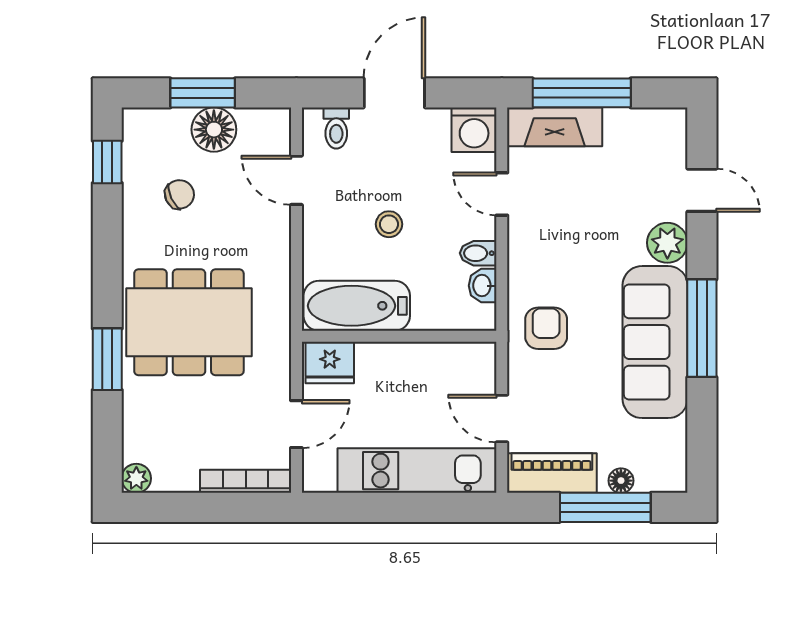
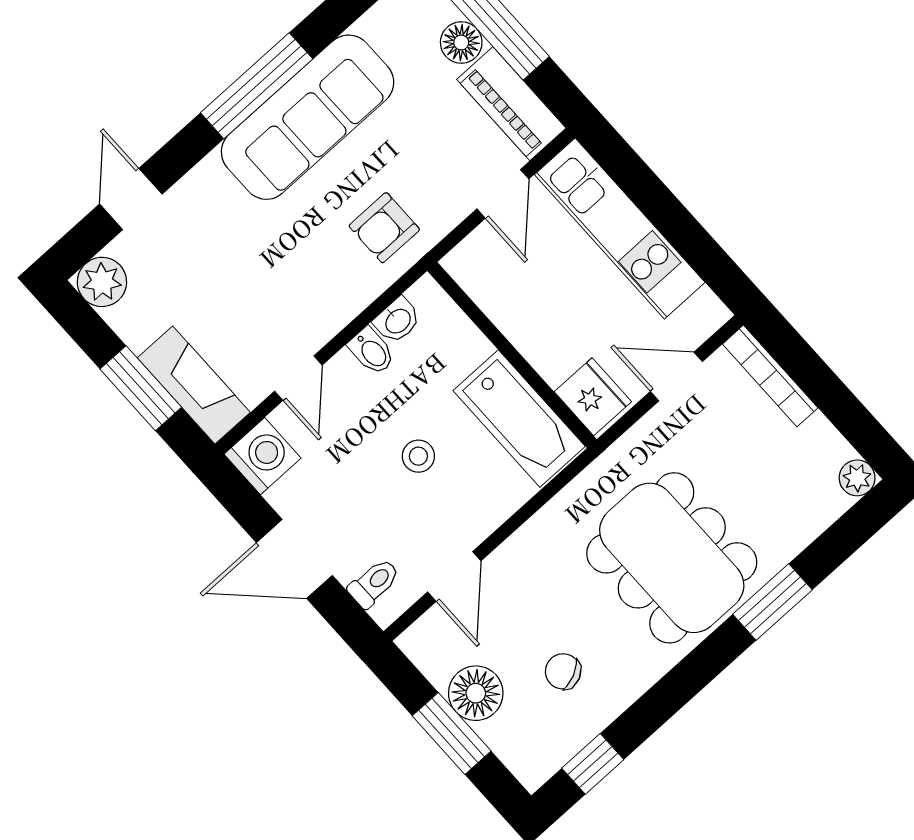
window: (582, 93) -> (141, 388), width x0.69
plant: (667, 243) -> (102, 282), moved
floor lamp: (621, 481) -> (461, 43), width x1.37, depth x1.37

